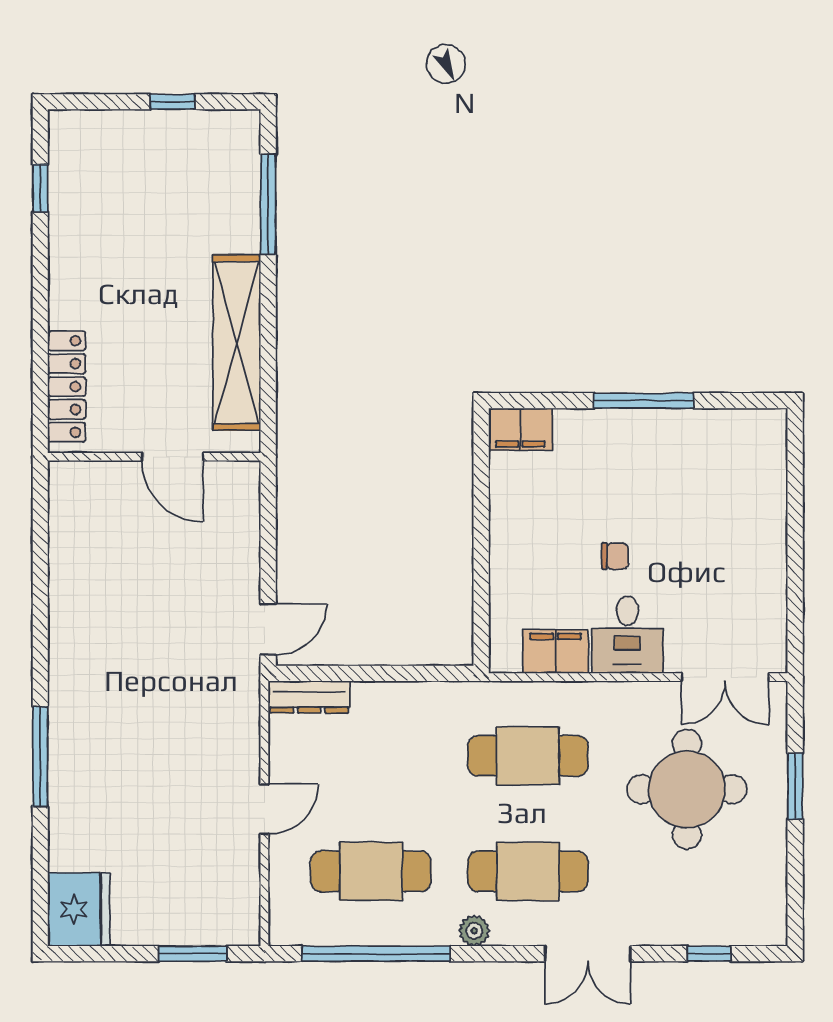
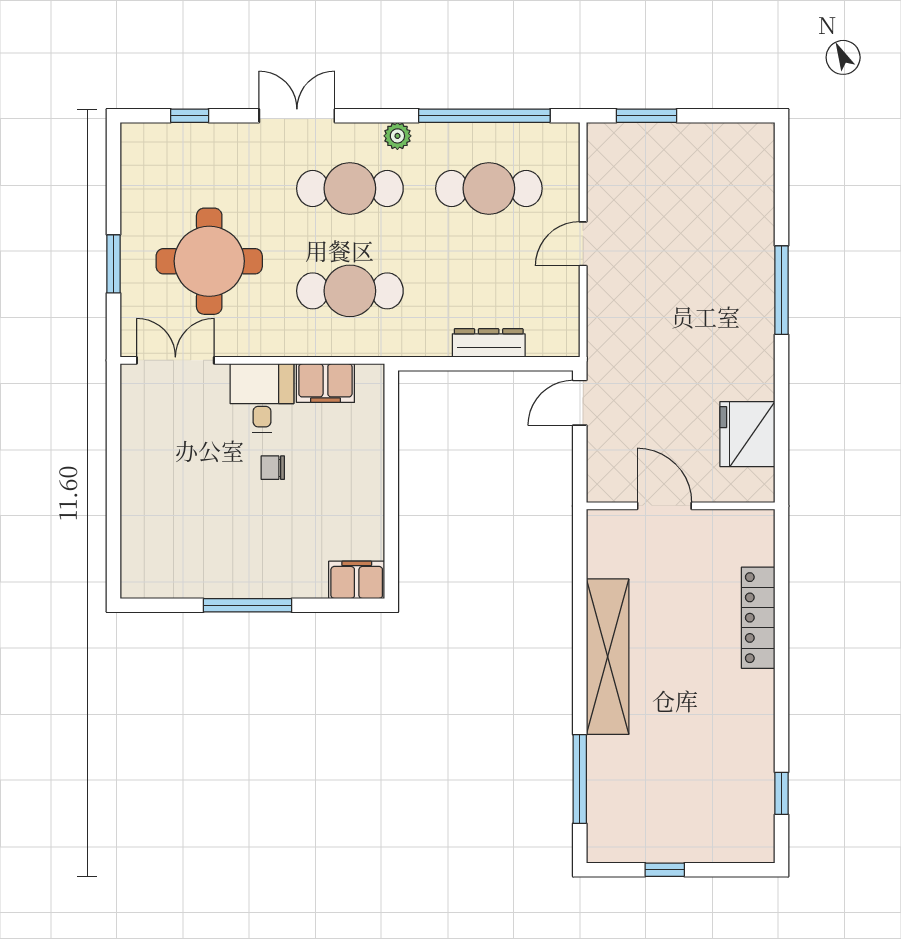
wall: (154, 457) -> (681, 506), moved
door: (173, 457) -> (664, 506), moved
dresser: (309, 697) -> (489, 343), moved
fridge: (79, 910) -> (747, 434), moved

